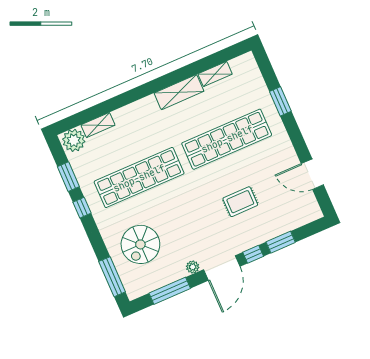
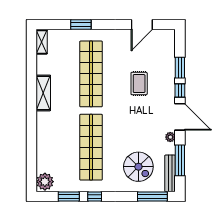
shelving: (215, 74) -> (42, 42), moved
shelving: (98, 125) -> (42, 160), removed
bench: (149, 286) -> (170, 173), added

